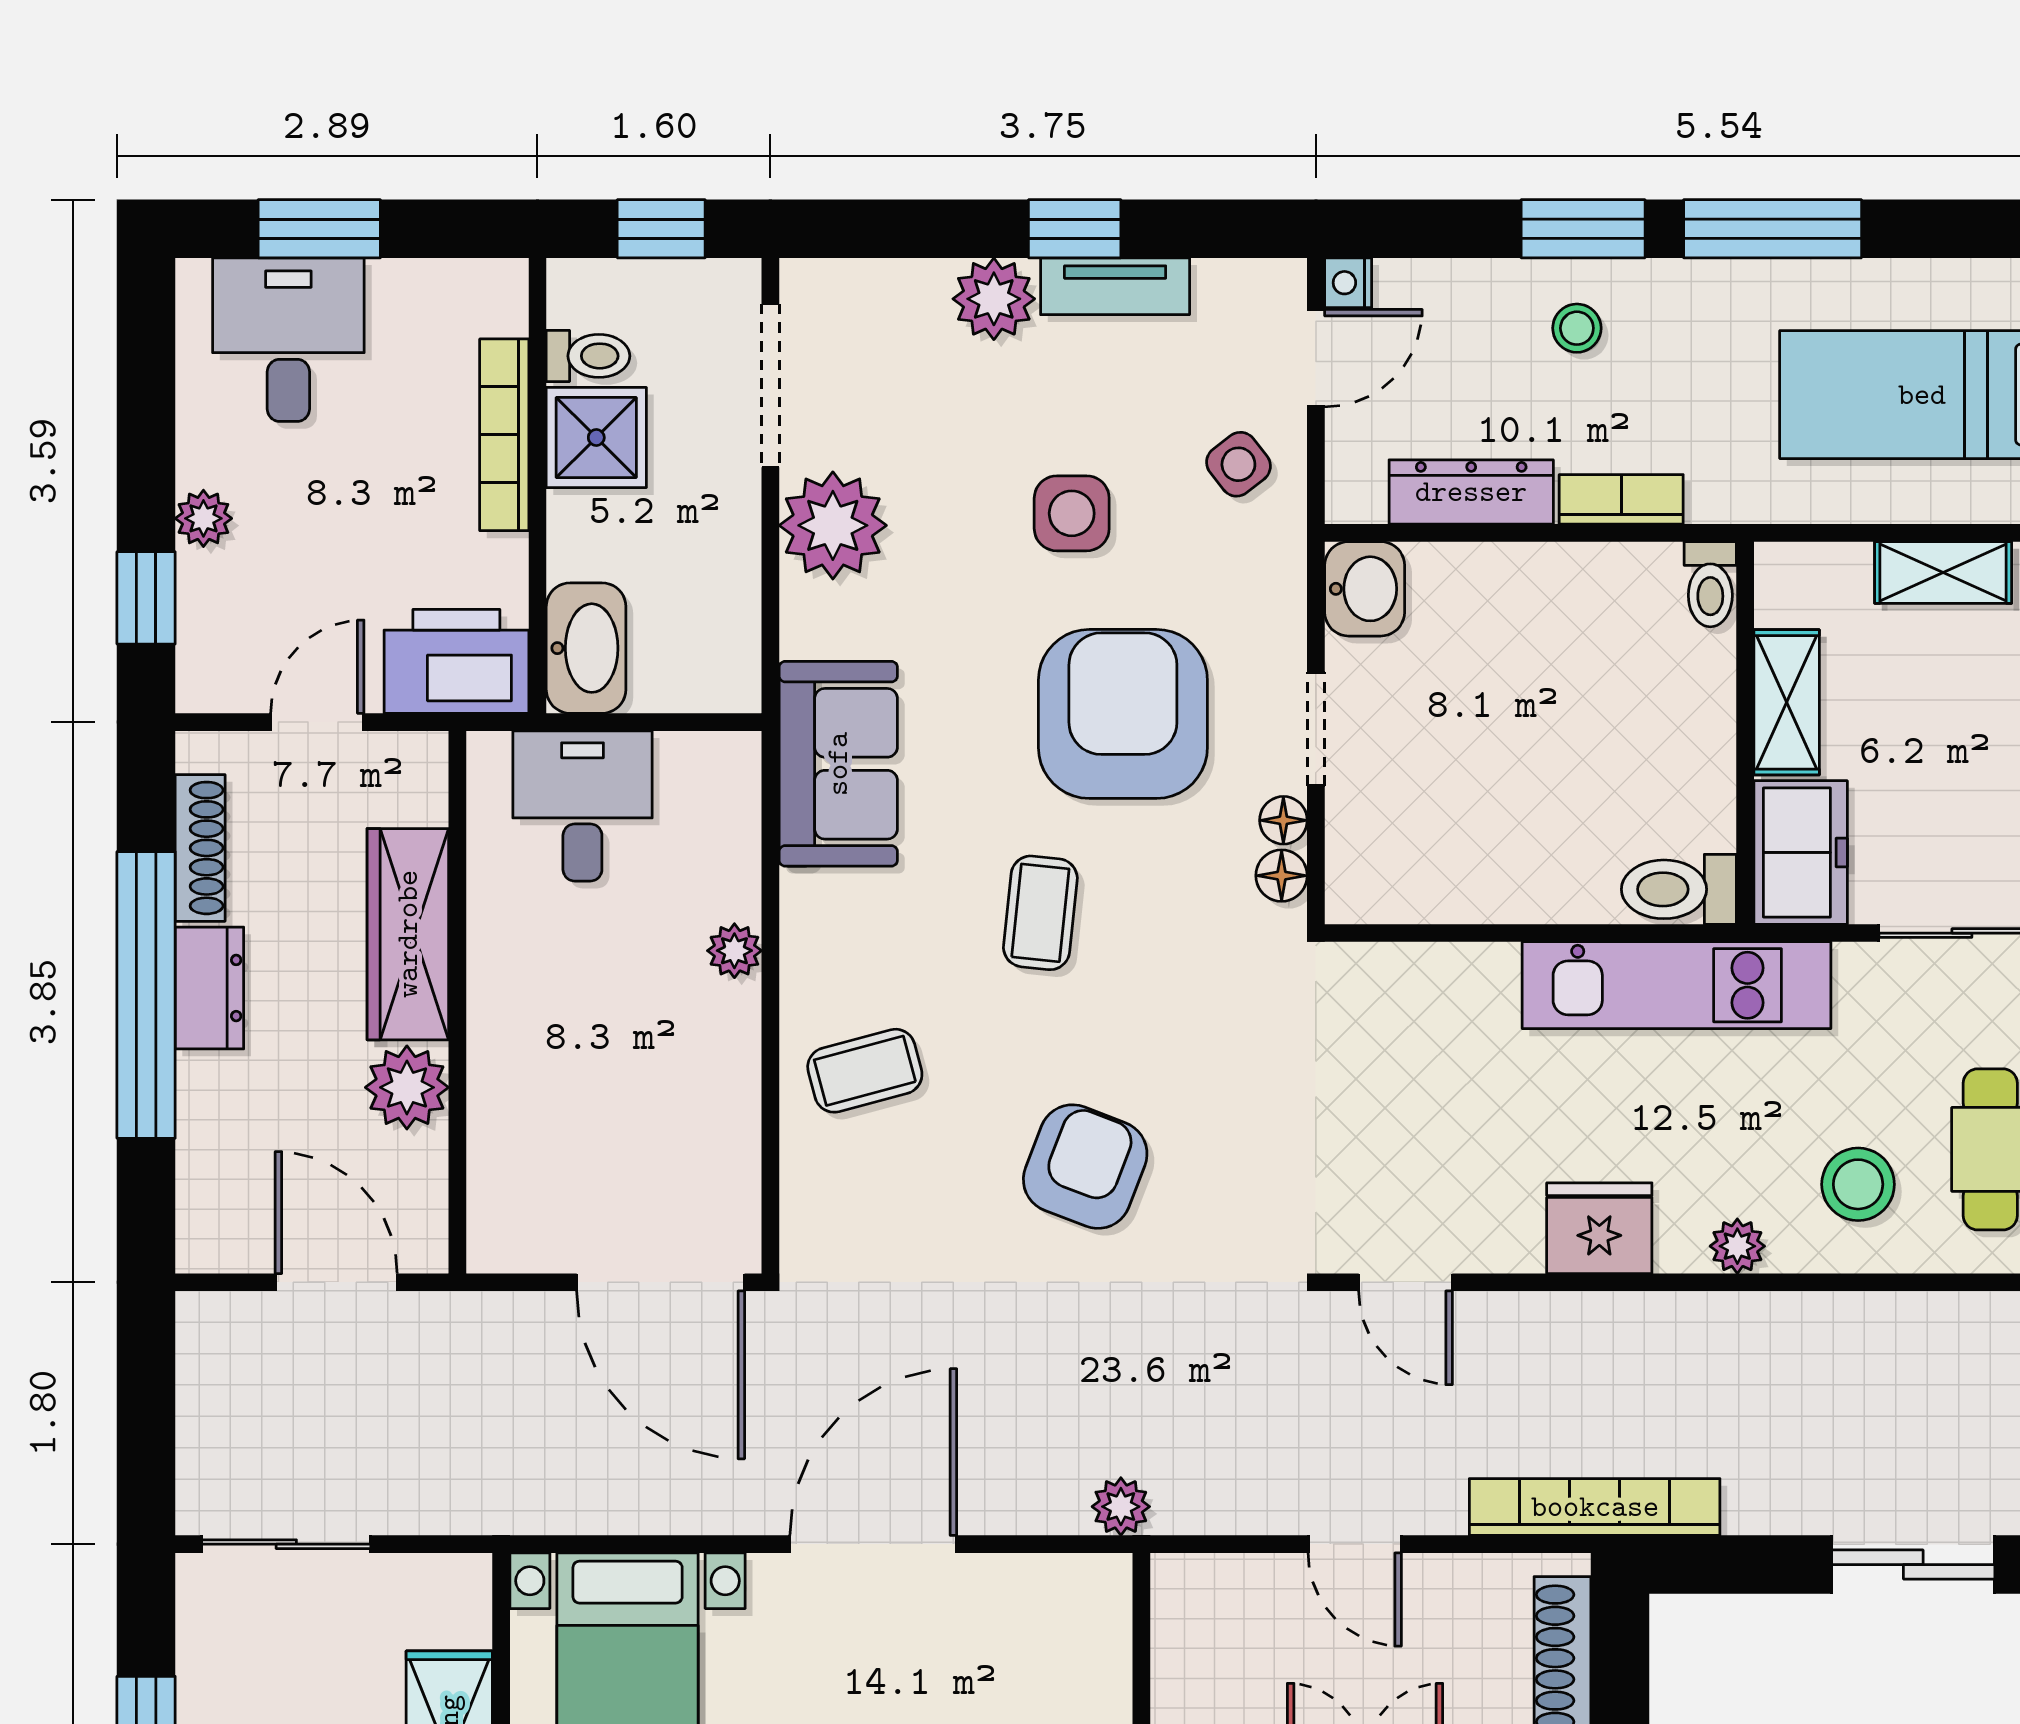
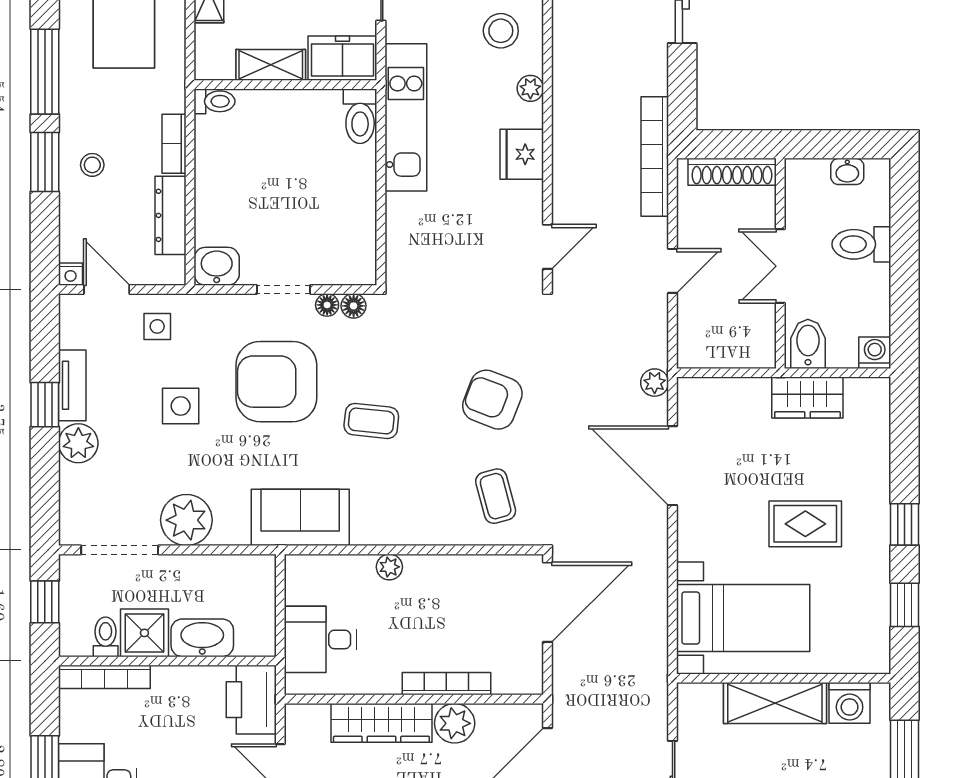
bookcase: (504, 435) -> (104, 677), moved
side table: (1238, 464) -> (157, 326), turned 38
washbasin: (586, 648) -> (202, 638), moved
bookcase: (490, 1070) -> (446, 684), added
coffee table: (865, 1071) -> (496, 496), moved
door: (873, 1544) -> (673, 466), moved

